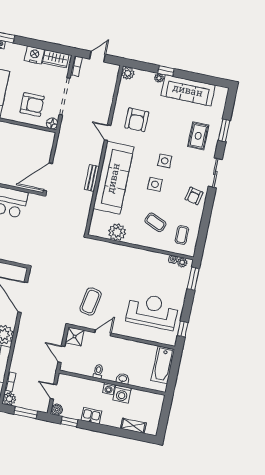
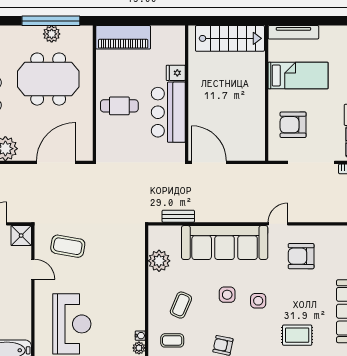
armchair: (32, 105) -> (293, 125), turned 90
floor lamp: (52, 123) -> (275, 154), removed
bench: (92, 178) -> (178, 216), moved

